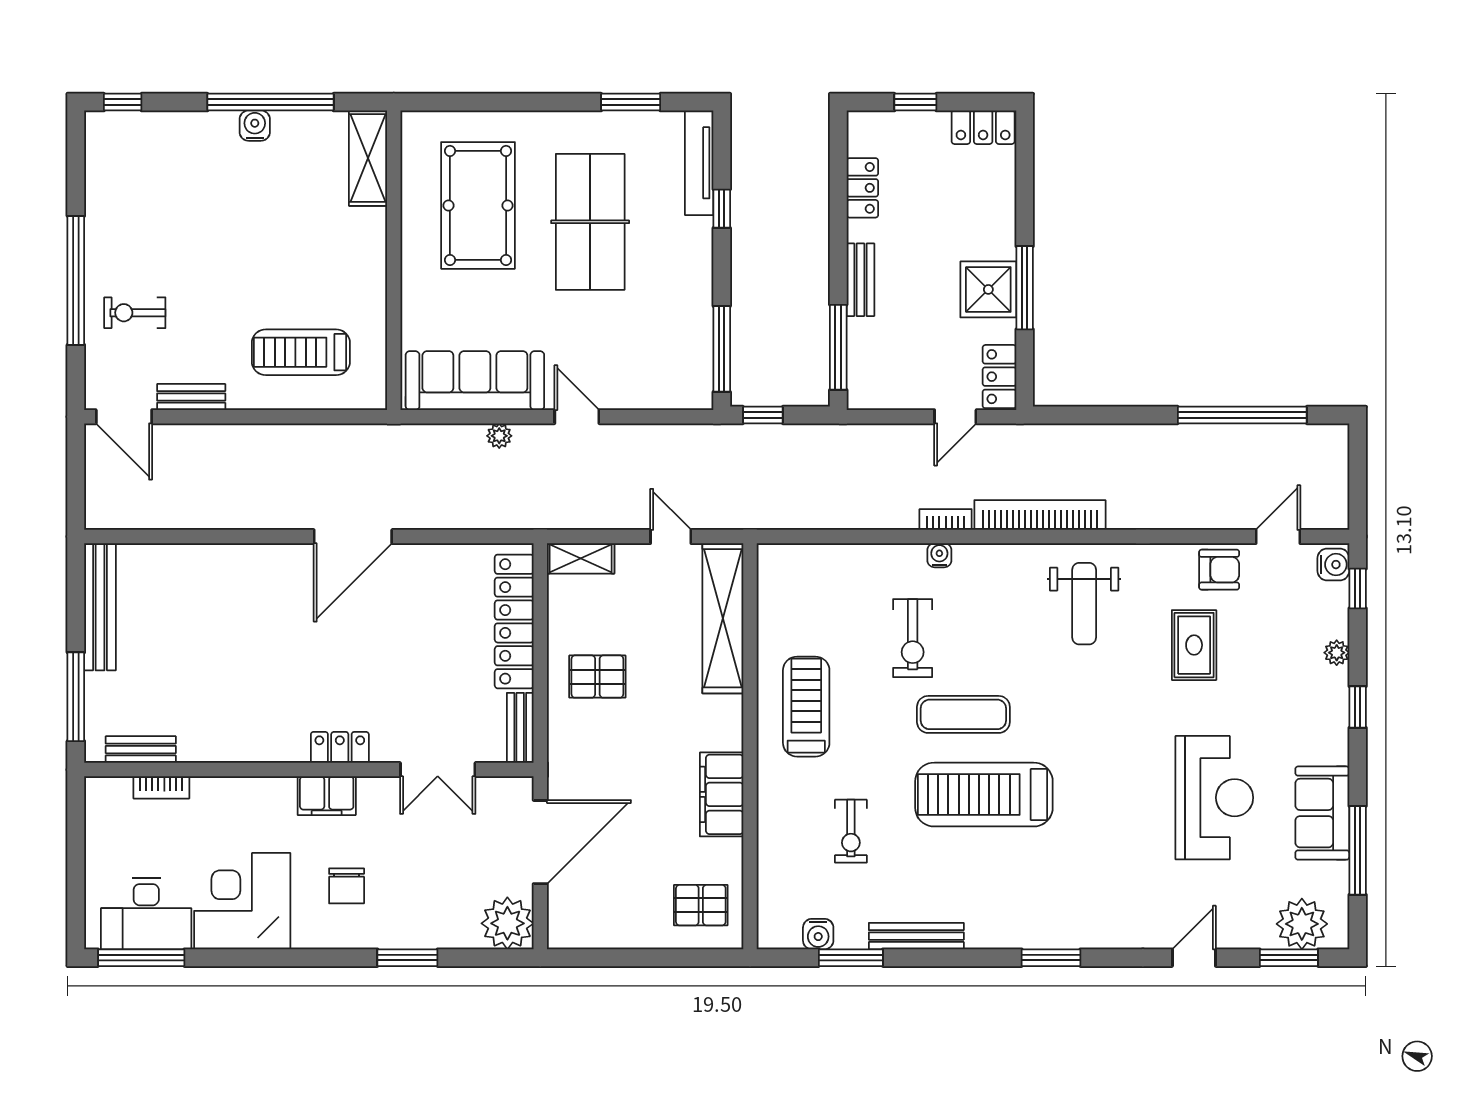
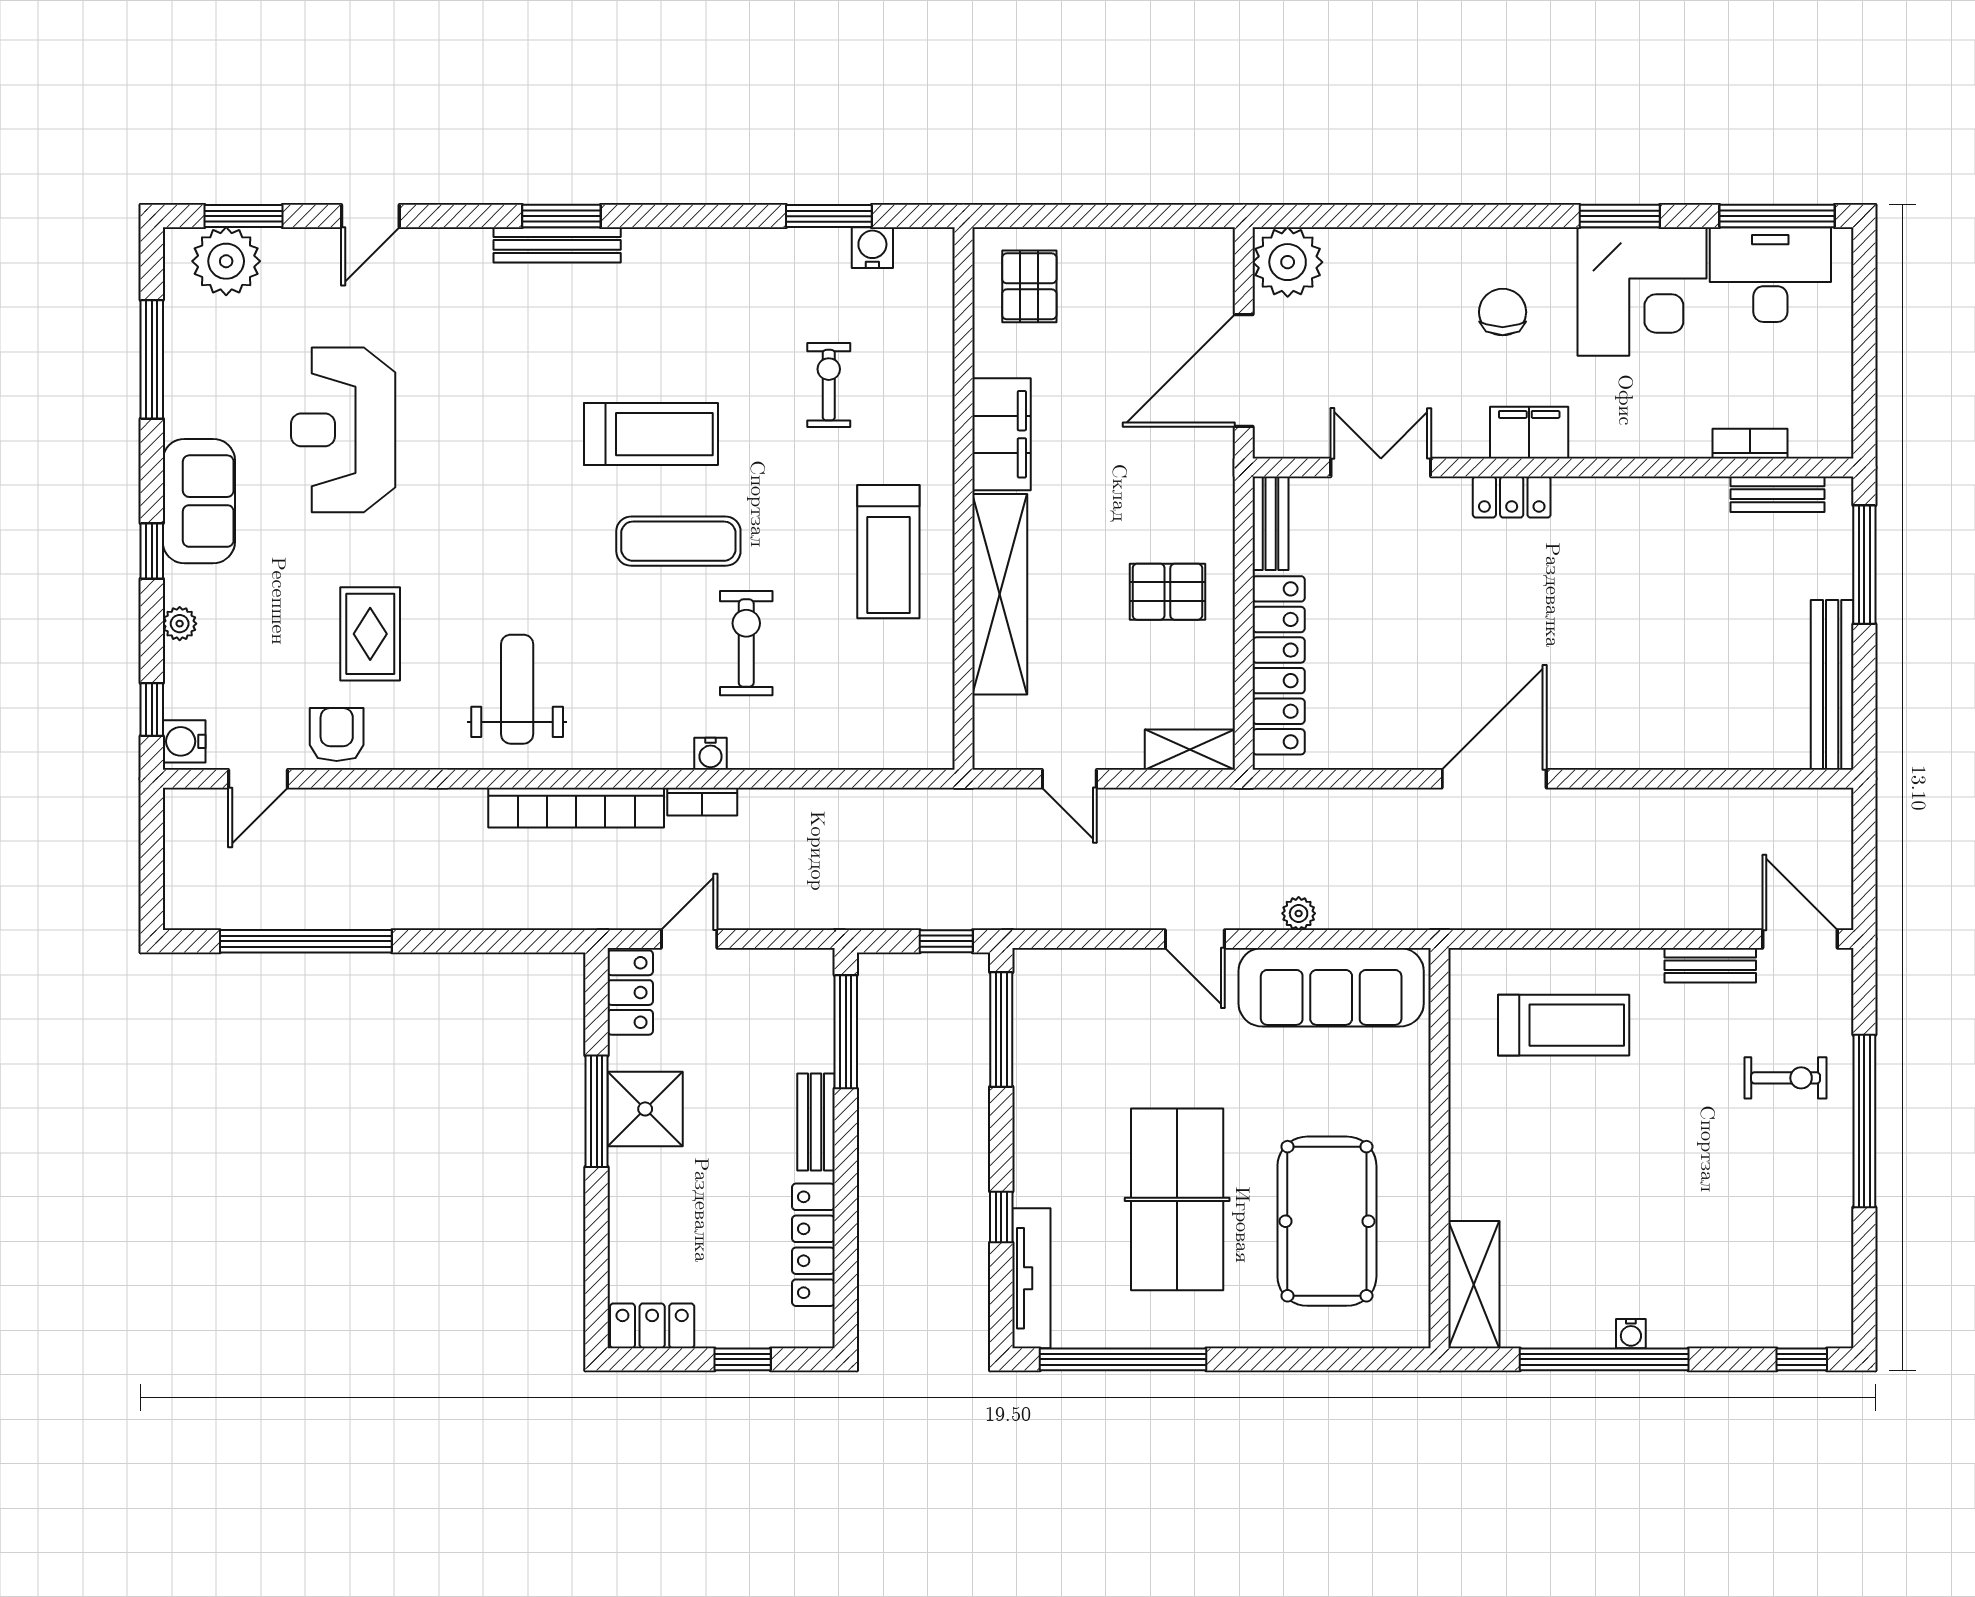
window: (631, 102) -> (1123, 1359), width x2.11
water cooler: (255, 126) -> (1631, 1334), width x0.72, depth x0.72
locker: (862, 188) -> (813, 1245), width x1.53
armchair: (1219, 570) -> (337, 735), turned 90
shelving: (723, 618) -> (1000, 594), moved
treadmill: (984, 795) -> (651, 434), width x0.73, depth x0.73
sofa: (1322, 813) -> (199, 501), moved
pallet: (701, 905) -> (1029, 286), turned 90
bench: (916, 936) -> (557, 245), moved
window: (407, 958) -> (1620, 216), moved

